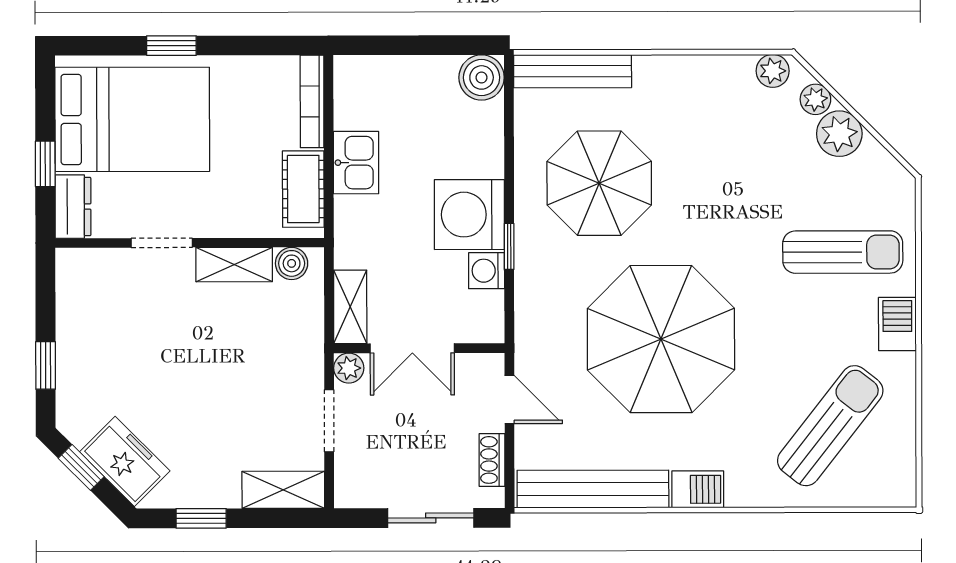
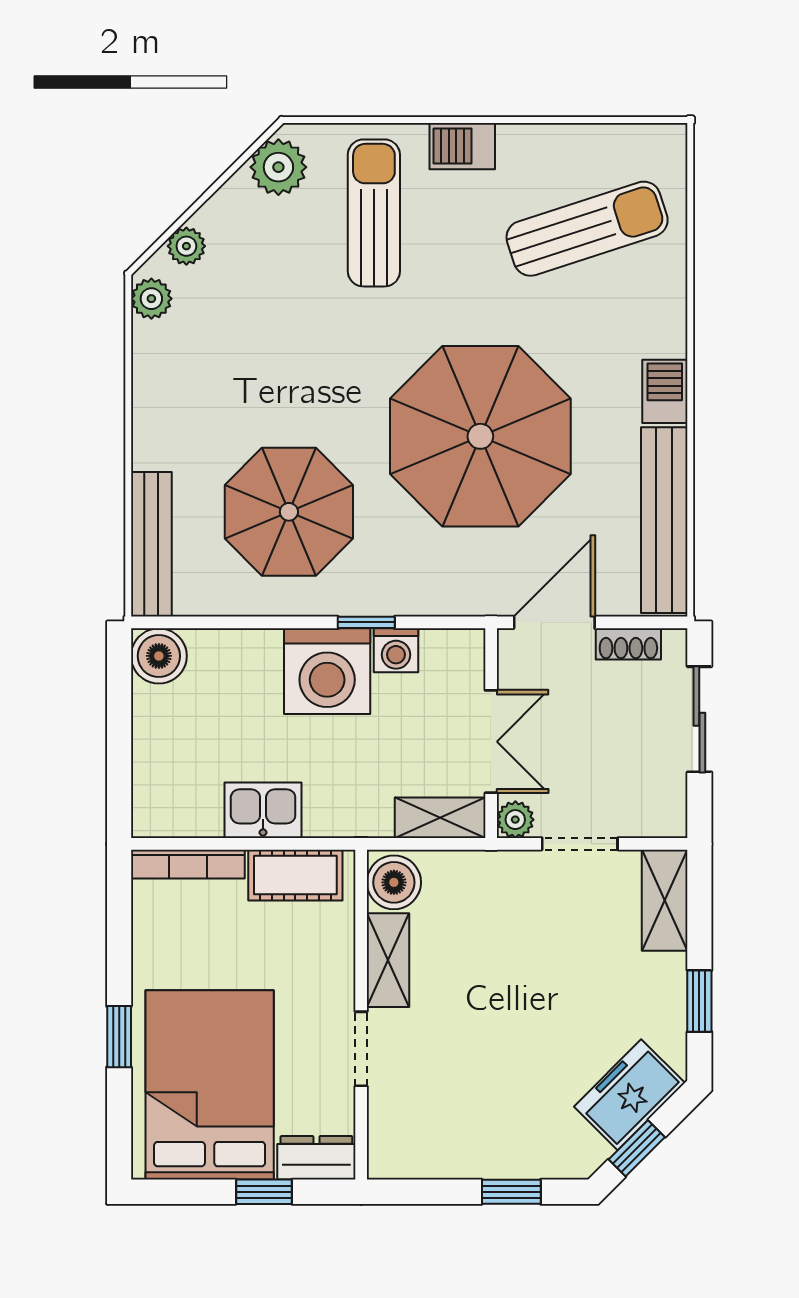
plant: (839, 134) -> (278, 167), moved
boiler: (292, 263) -> (394, 882), width x1.36, depth x1.36
door: (509, 400) -> (554, 622), width x1.38
sun lounger: (830, 426) -> (587, 229), turned 124

